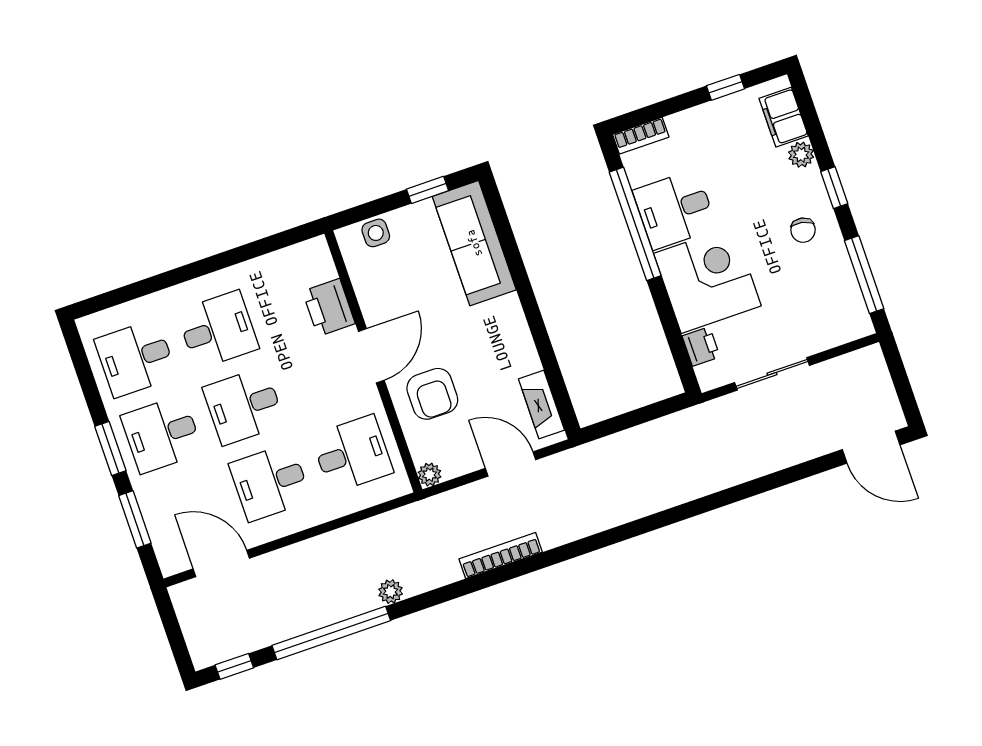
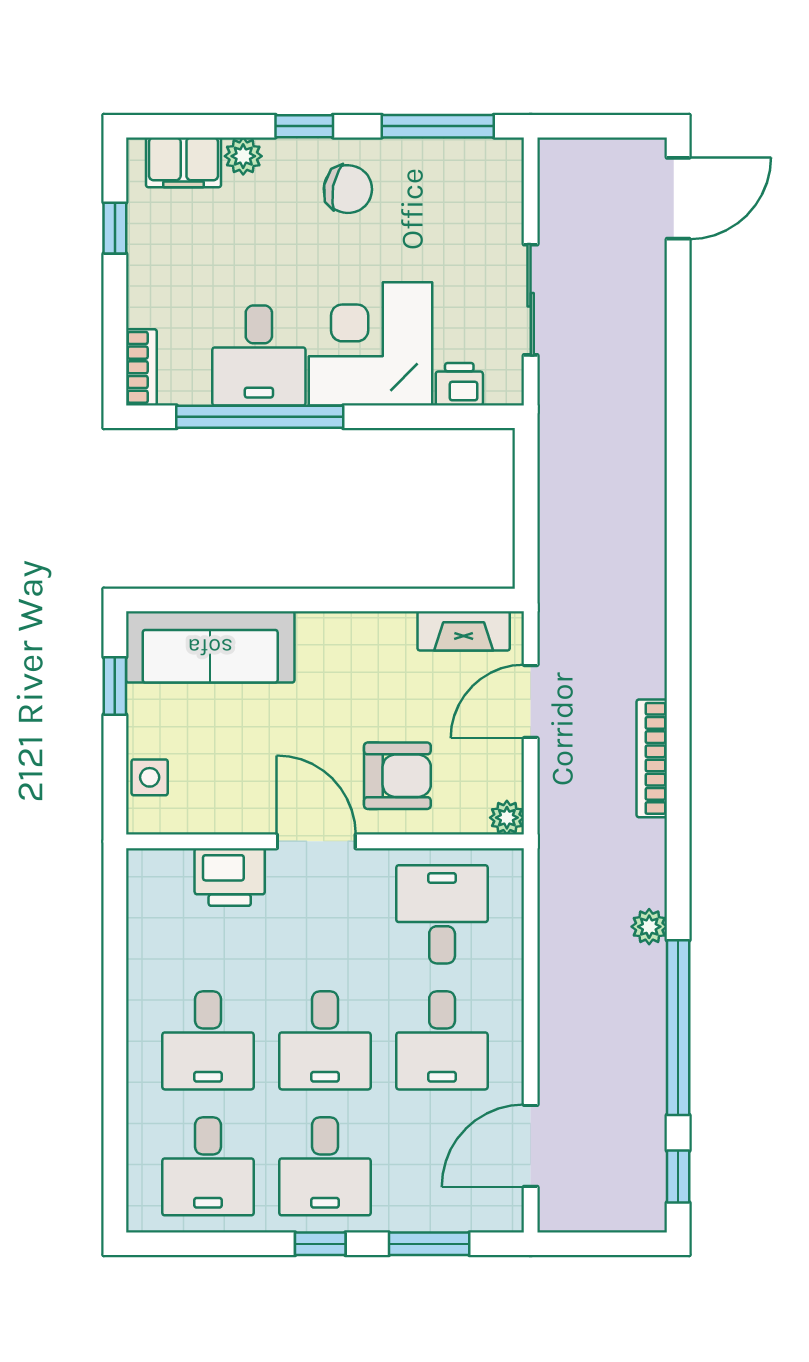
chair: (803, 230) -> (348, 189), width x1.37, depth x1.37
desk: (218, 330) -> (208, 1040), turned 180
window: (110, 449) -> (320, 1244), width x0.67

